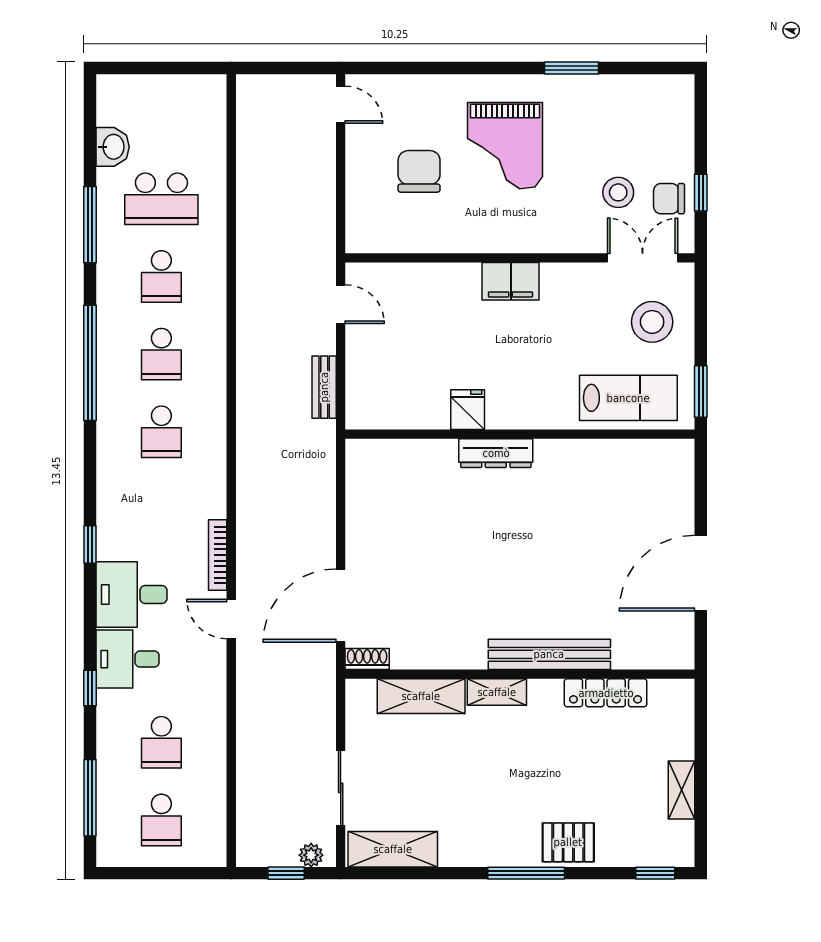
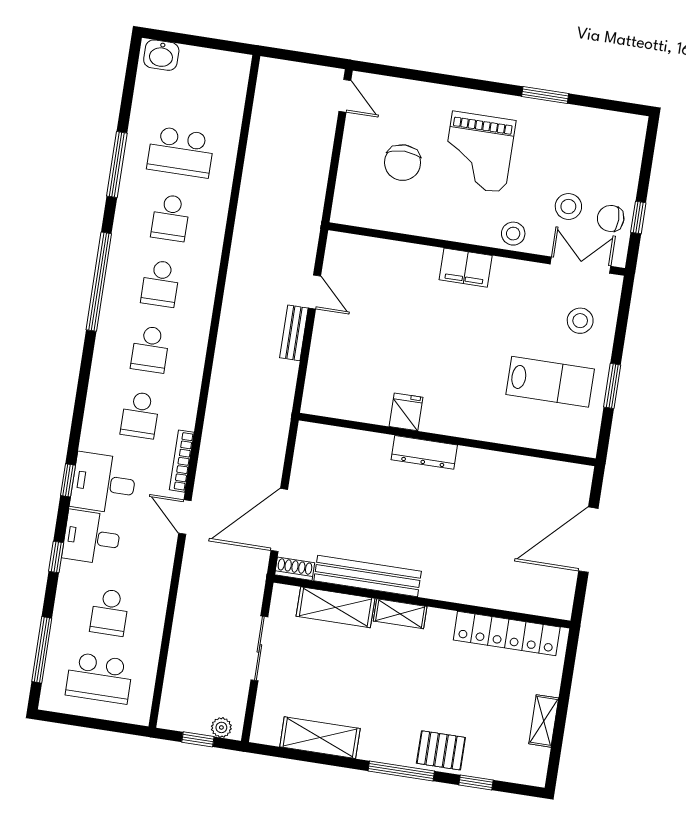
washbasin: (113, 147) -> (161, 55), moved, turned 90
chair: (419, 171) -> (403, 163), turned 180
stool: (559, 233) -> (513, 234), added
door: (341, 304) -> (315, 292), moved
stool: (652, 322) -> (580, 321), width x0.73, depth x0.73
fridge: (468, 410) -> (406, 412), moved
wall: (520, 434) -> (447, 439), moved
dresser: (496, 453) -> (424, 452), moved
school desk: (161, 509) -> (140, 415), added
window: (90, 544) -> (68, 480), moved
bench: (549, 654) -> (368, 576), moved
locker: (606, 693) -> (507, 633), width x1.41, depth x1.21
sliding door: (341, 788) -> (259, 648), moved
school desk: (161, 820) -> (99, 678), width x1.85
shelving: (393, 849) -> (320, 738), moved
window: (655, 873) -> (476, 782), moved

